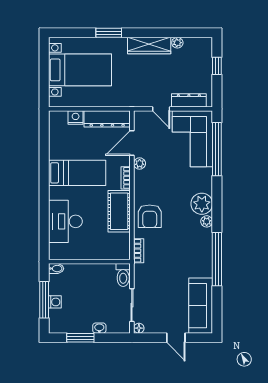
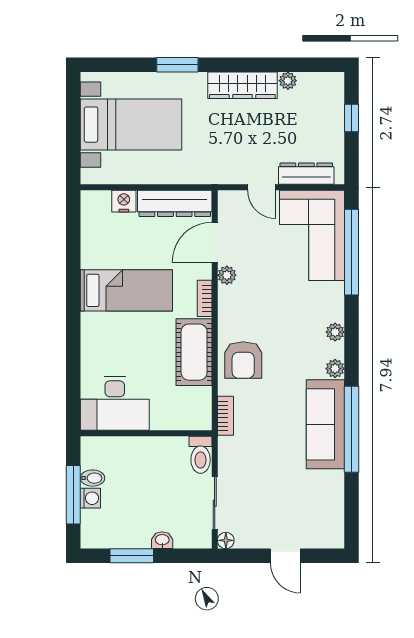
plant: (202, 204) -> (335, 332), width x0.53, depth x0.53
desk: (65, 221) -> (115, 403), moved, turned -90
bidet: (56, 269) -> (93, 478), moved
sofa: (201, 306) -> (325, 424), moved

